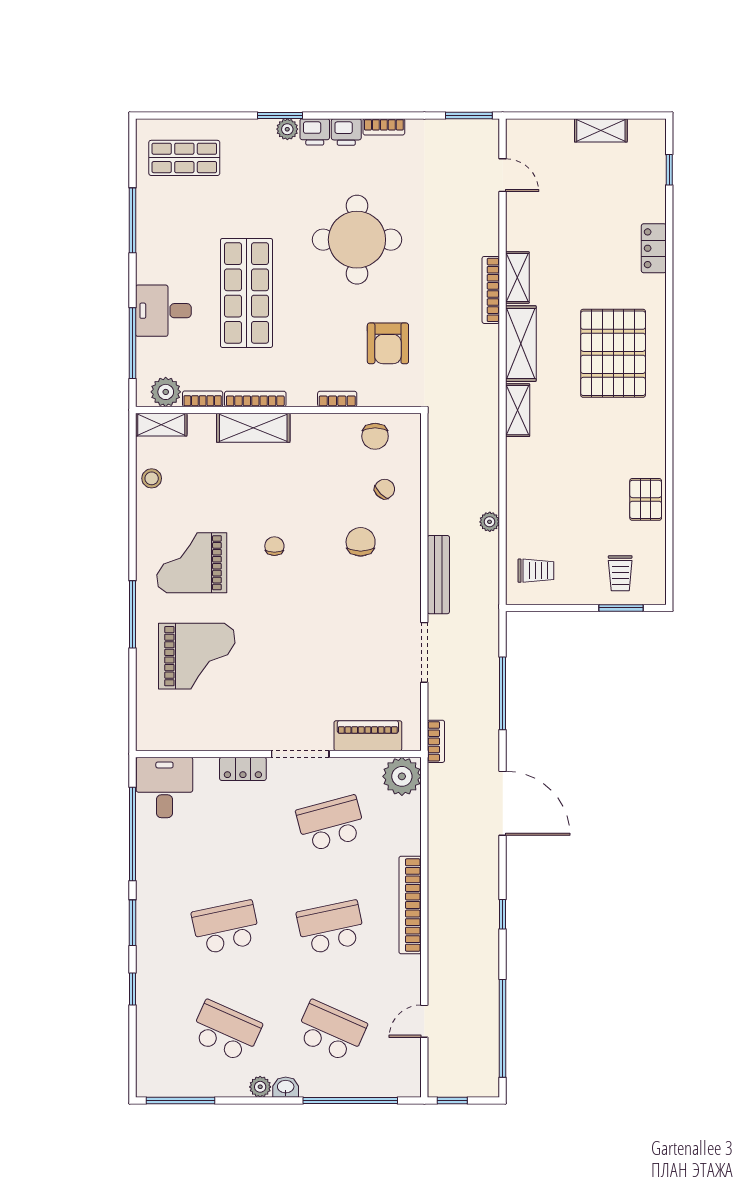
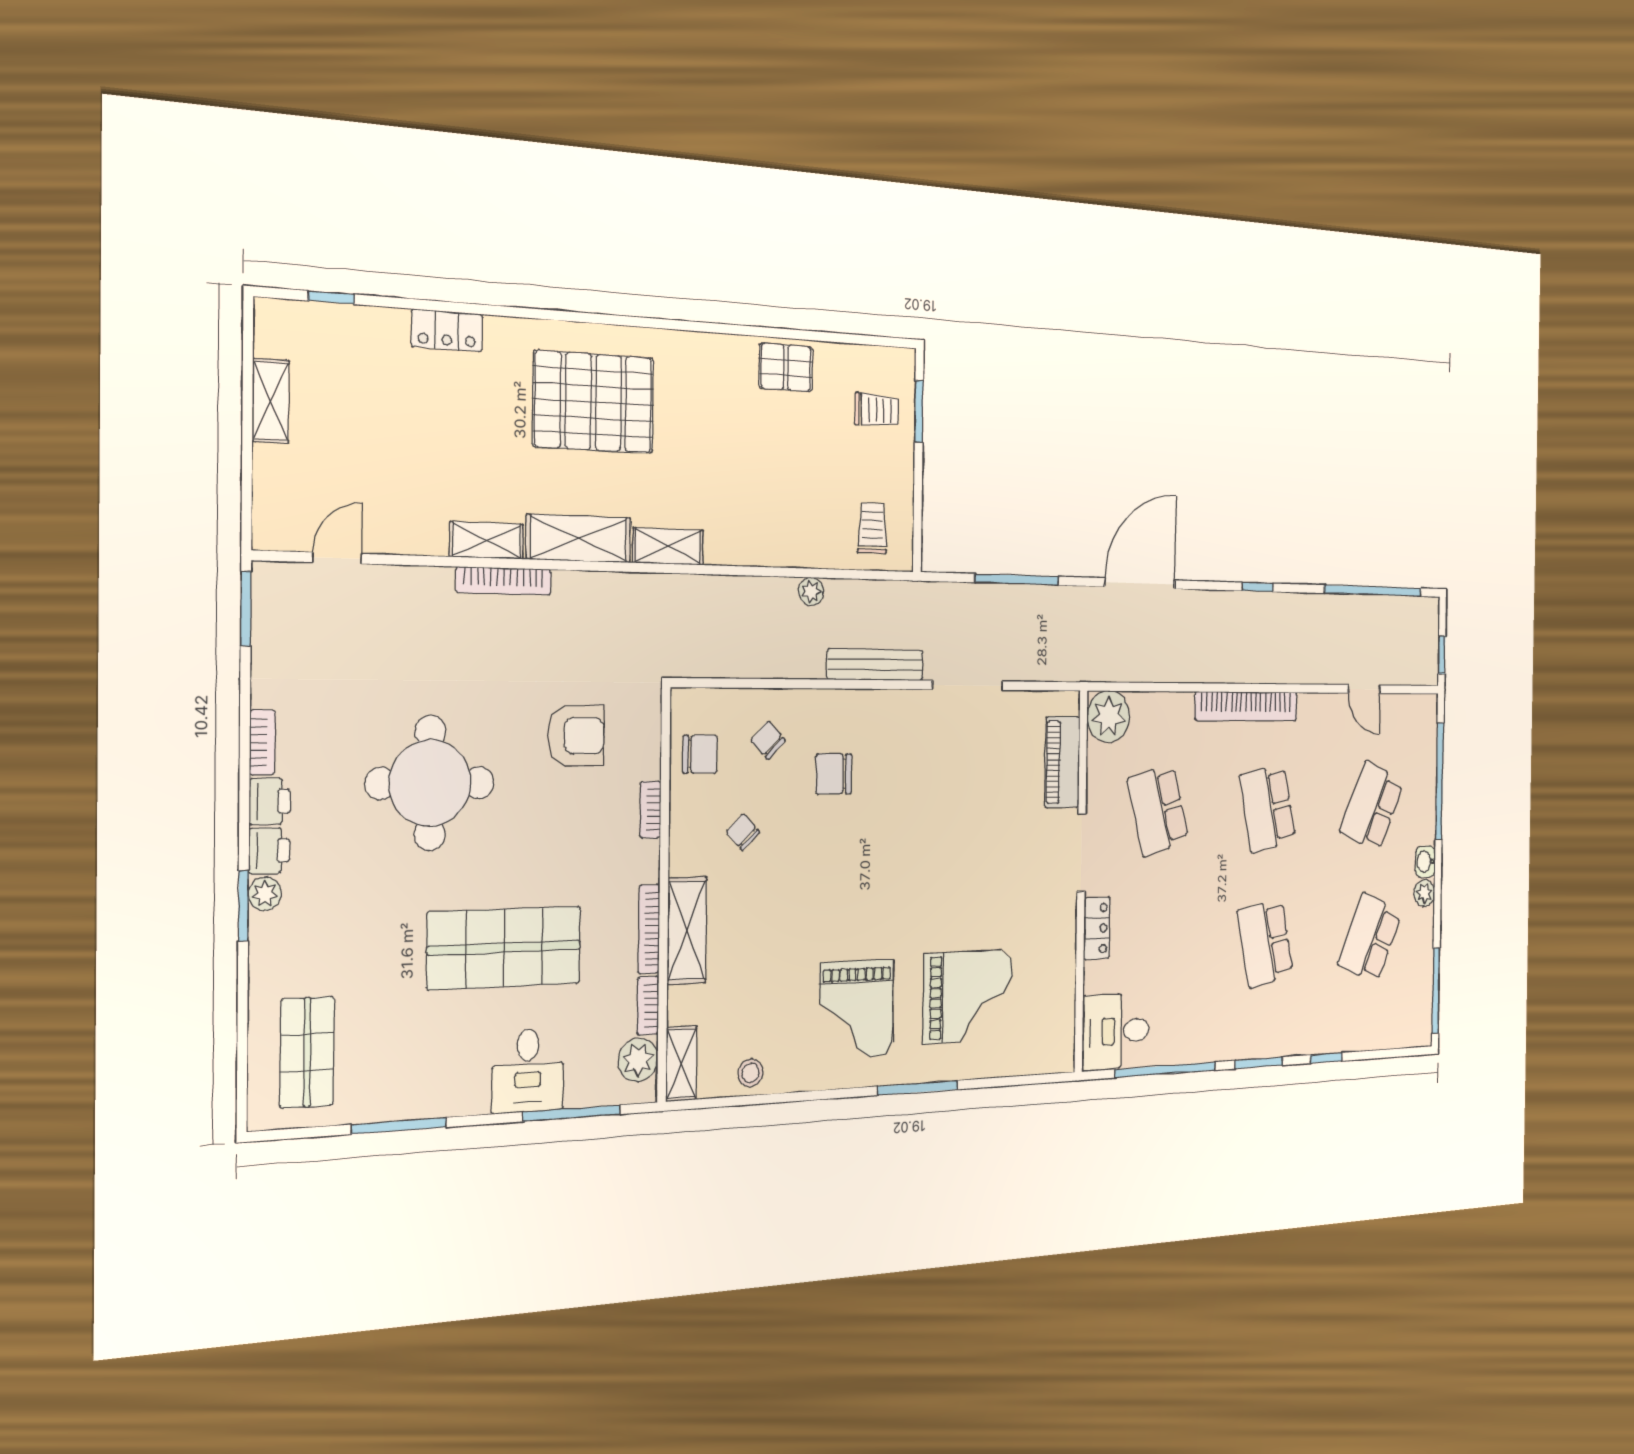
chair: (274, 546) -> (743, 832), moved, turned 46
grand piano: (197, 656) -> (968, 997), turned 90
bookcase: (436, 741) -> (1070, 671), removed

